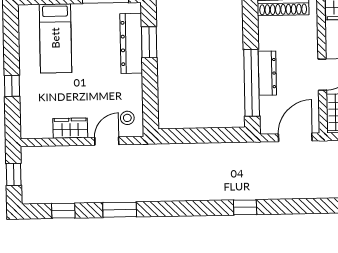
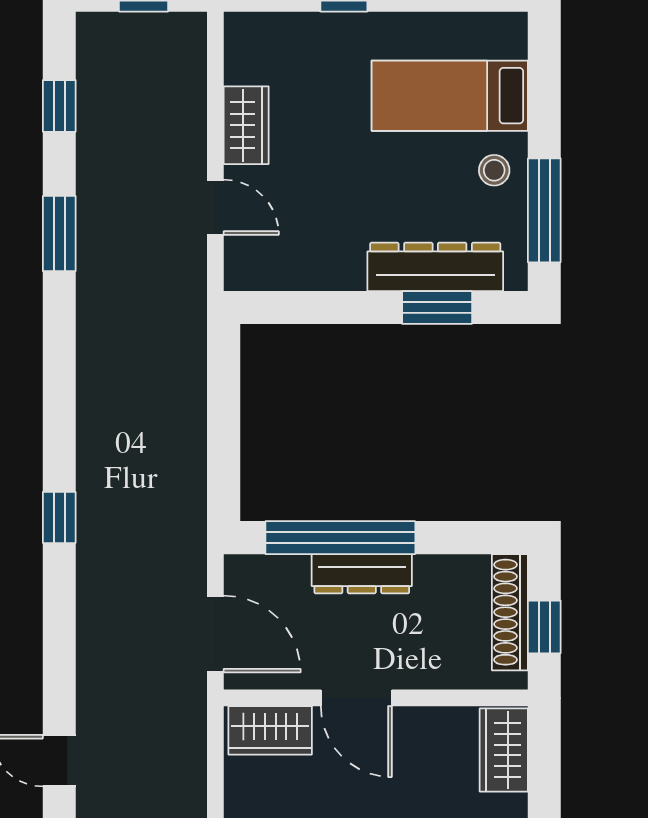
stool: (127, 118) -> (494, 170), moved

